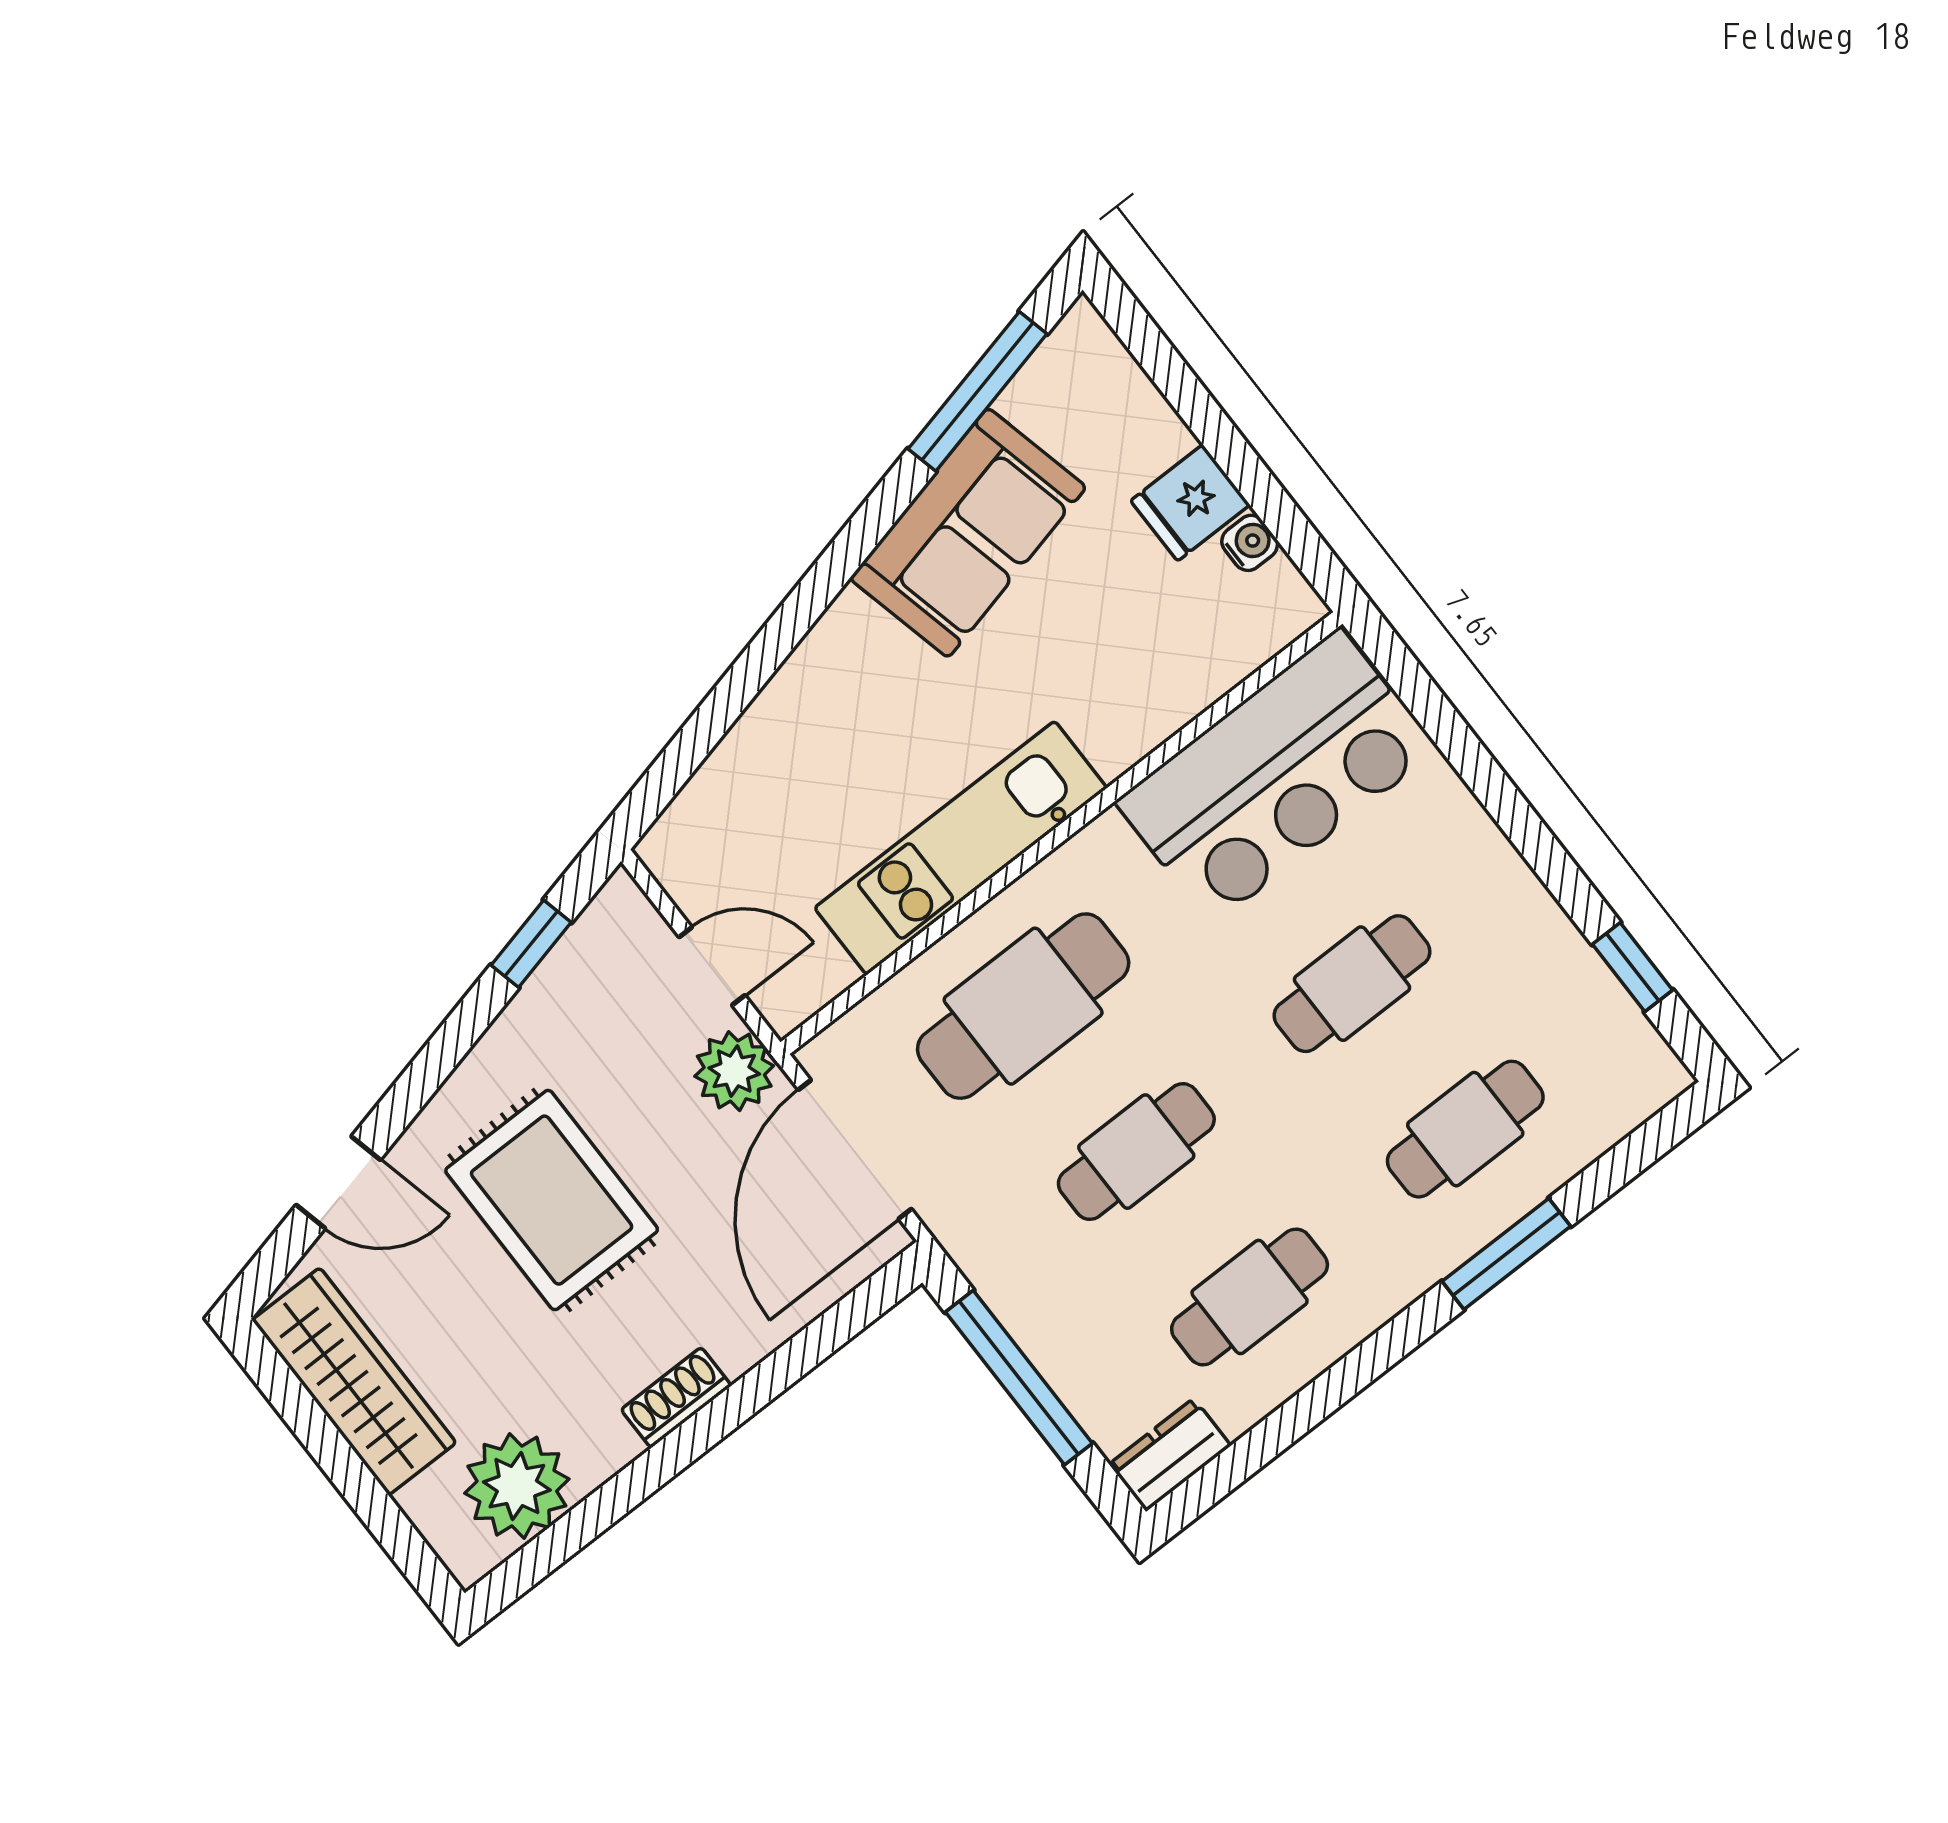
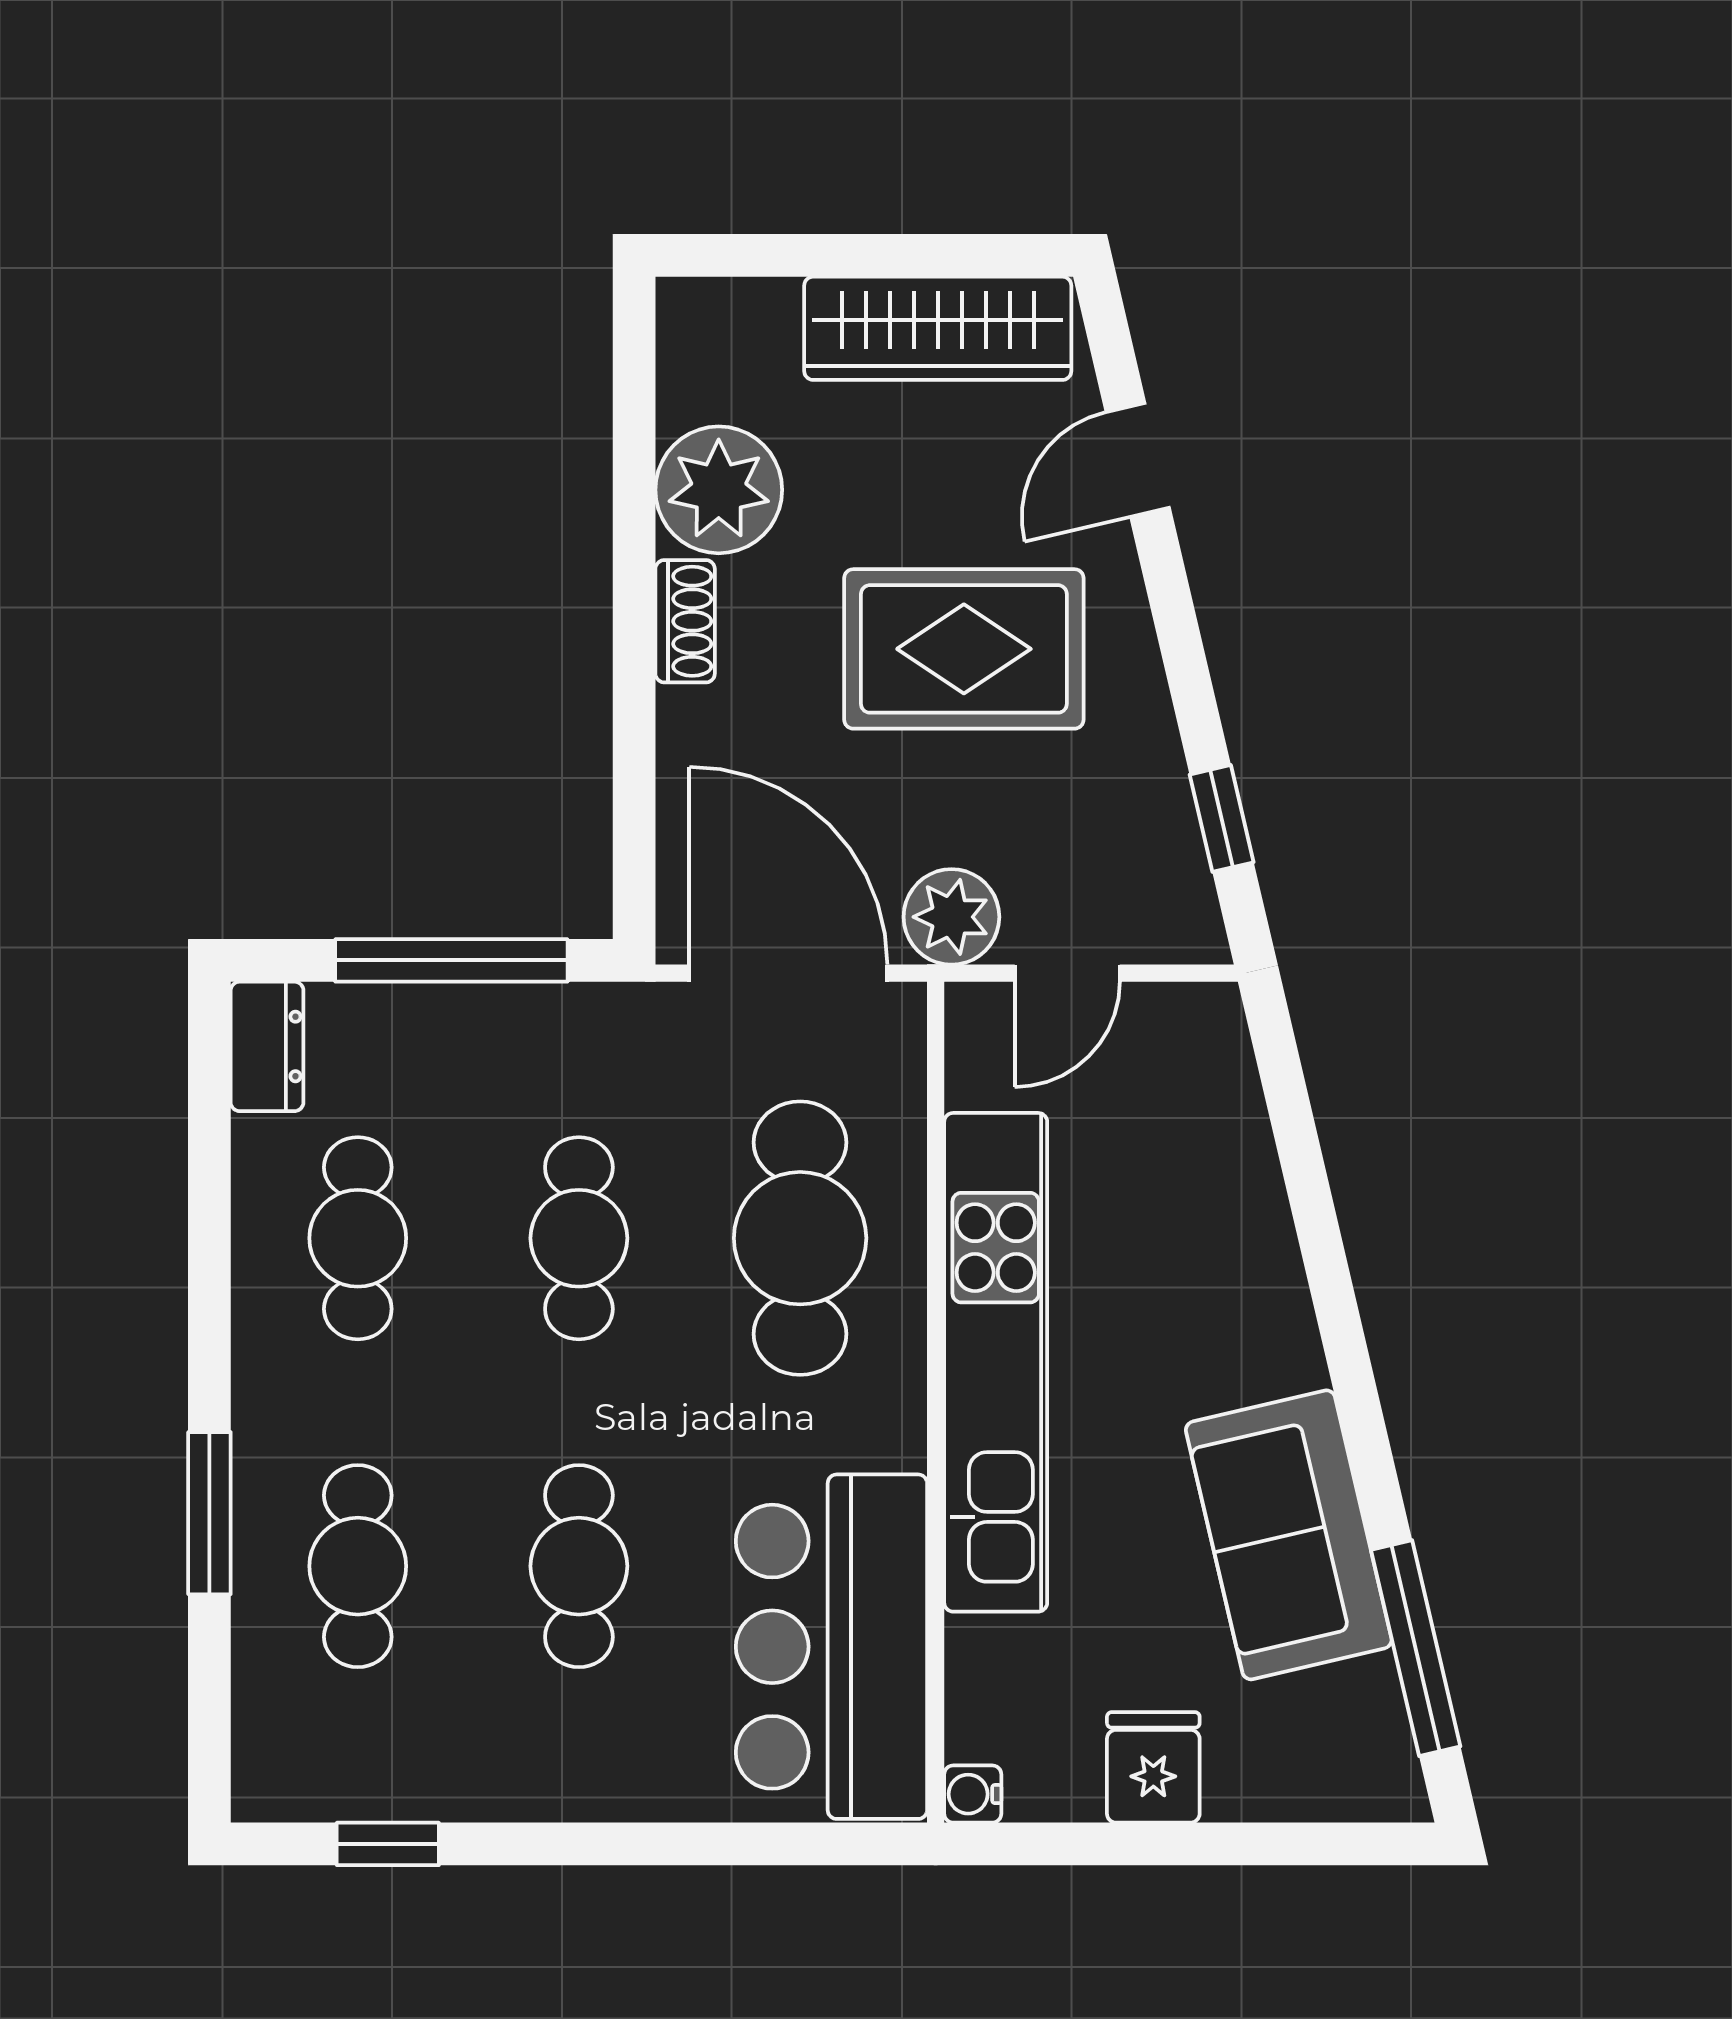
water cooler: (1250, 543) -> (973, 1794), moved, turned 90
kitchen unit: (961, 848) -> (996, 1362), width x1.36
plant: (517, 1486) -> (719, 490), moved

